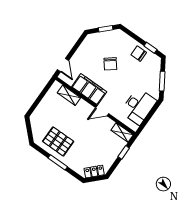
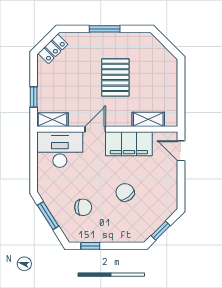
chair: (139, 54) -> (83, 207), moved
desk: (138, 106) -> (60, 150), moved, turned 90
pallet: (58, 141) -> (115, 77), moved, turned 90

